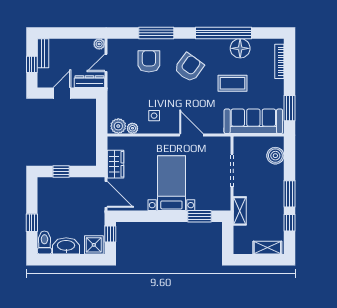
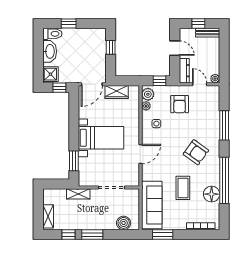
armchair: (149, 61) -> (180, 104), moved, turned 90
window: (102, 112) -> (159, 81), added

